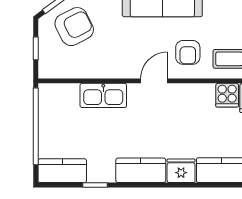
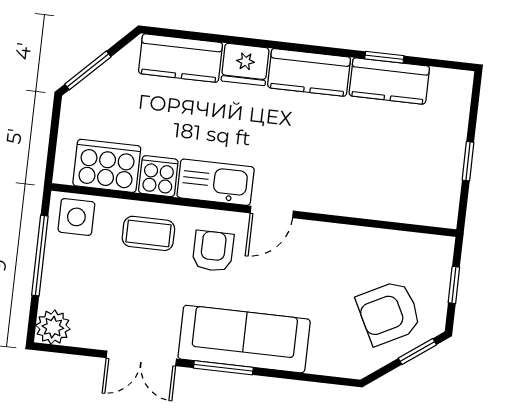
kitchen sink: (103, 95) -> (216, 182), moved
window: (36, 126) -> (468, 161), width x0.32
kitchen counter: (62, 171) -> (389, 81), moved

